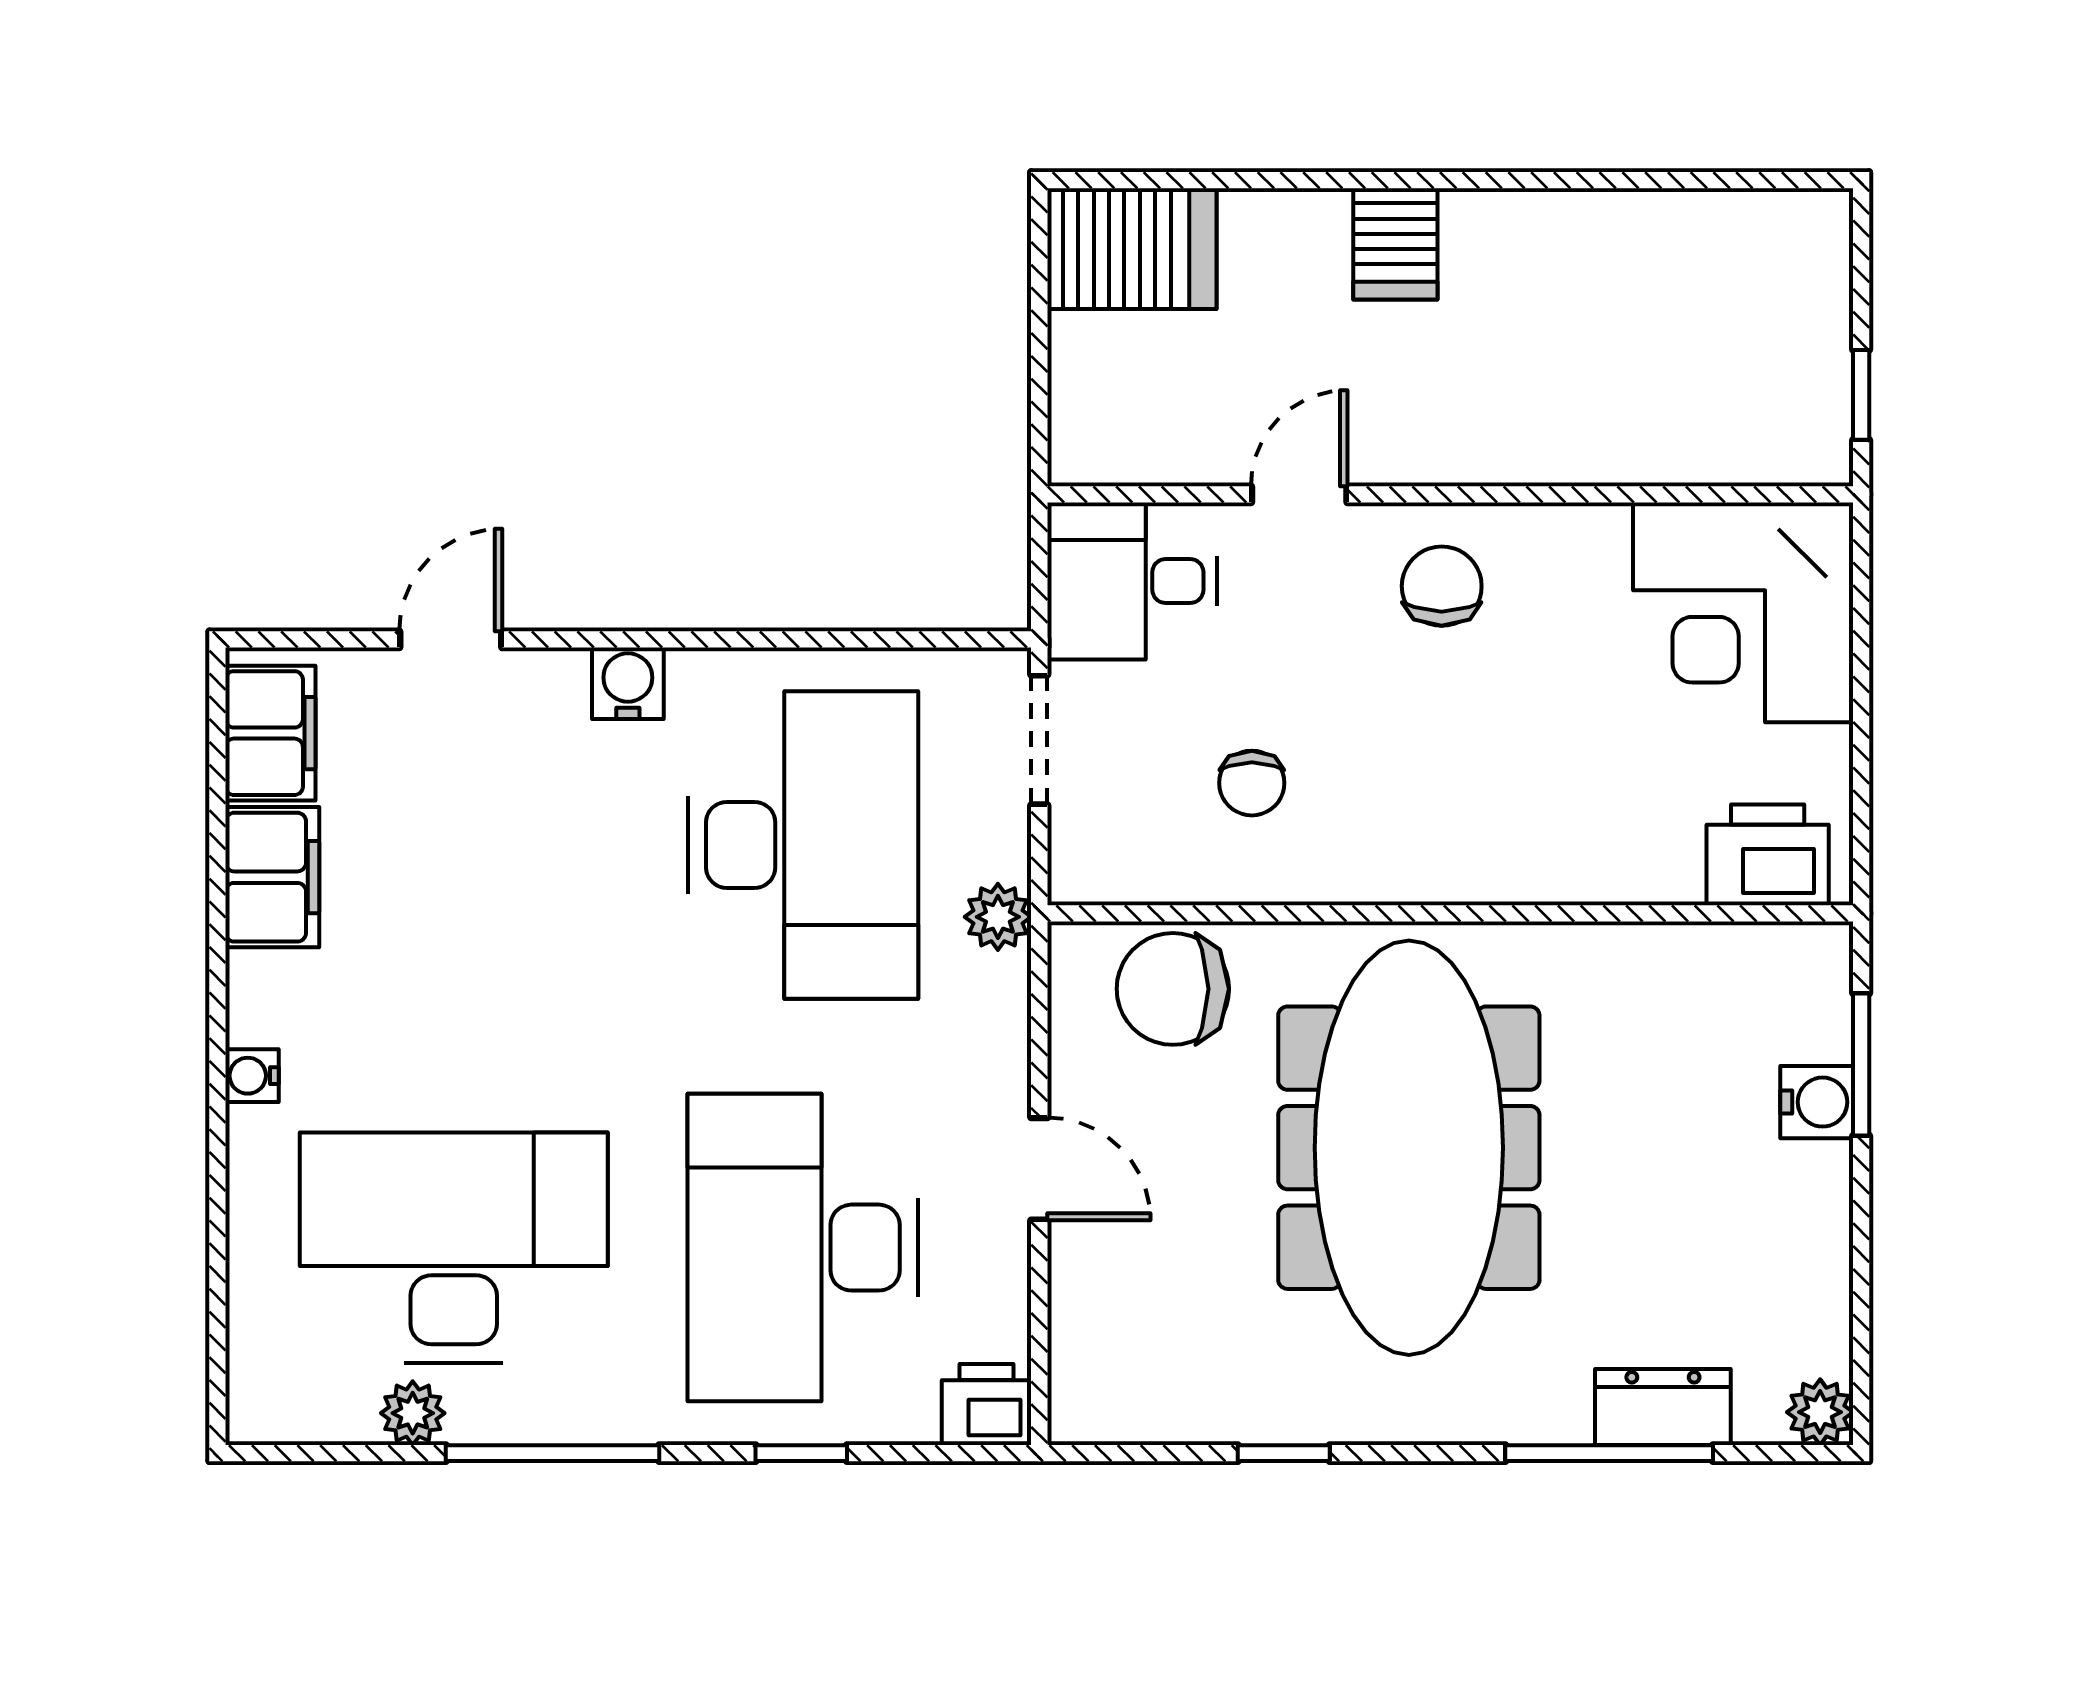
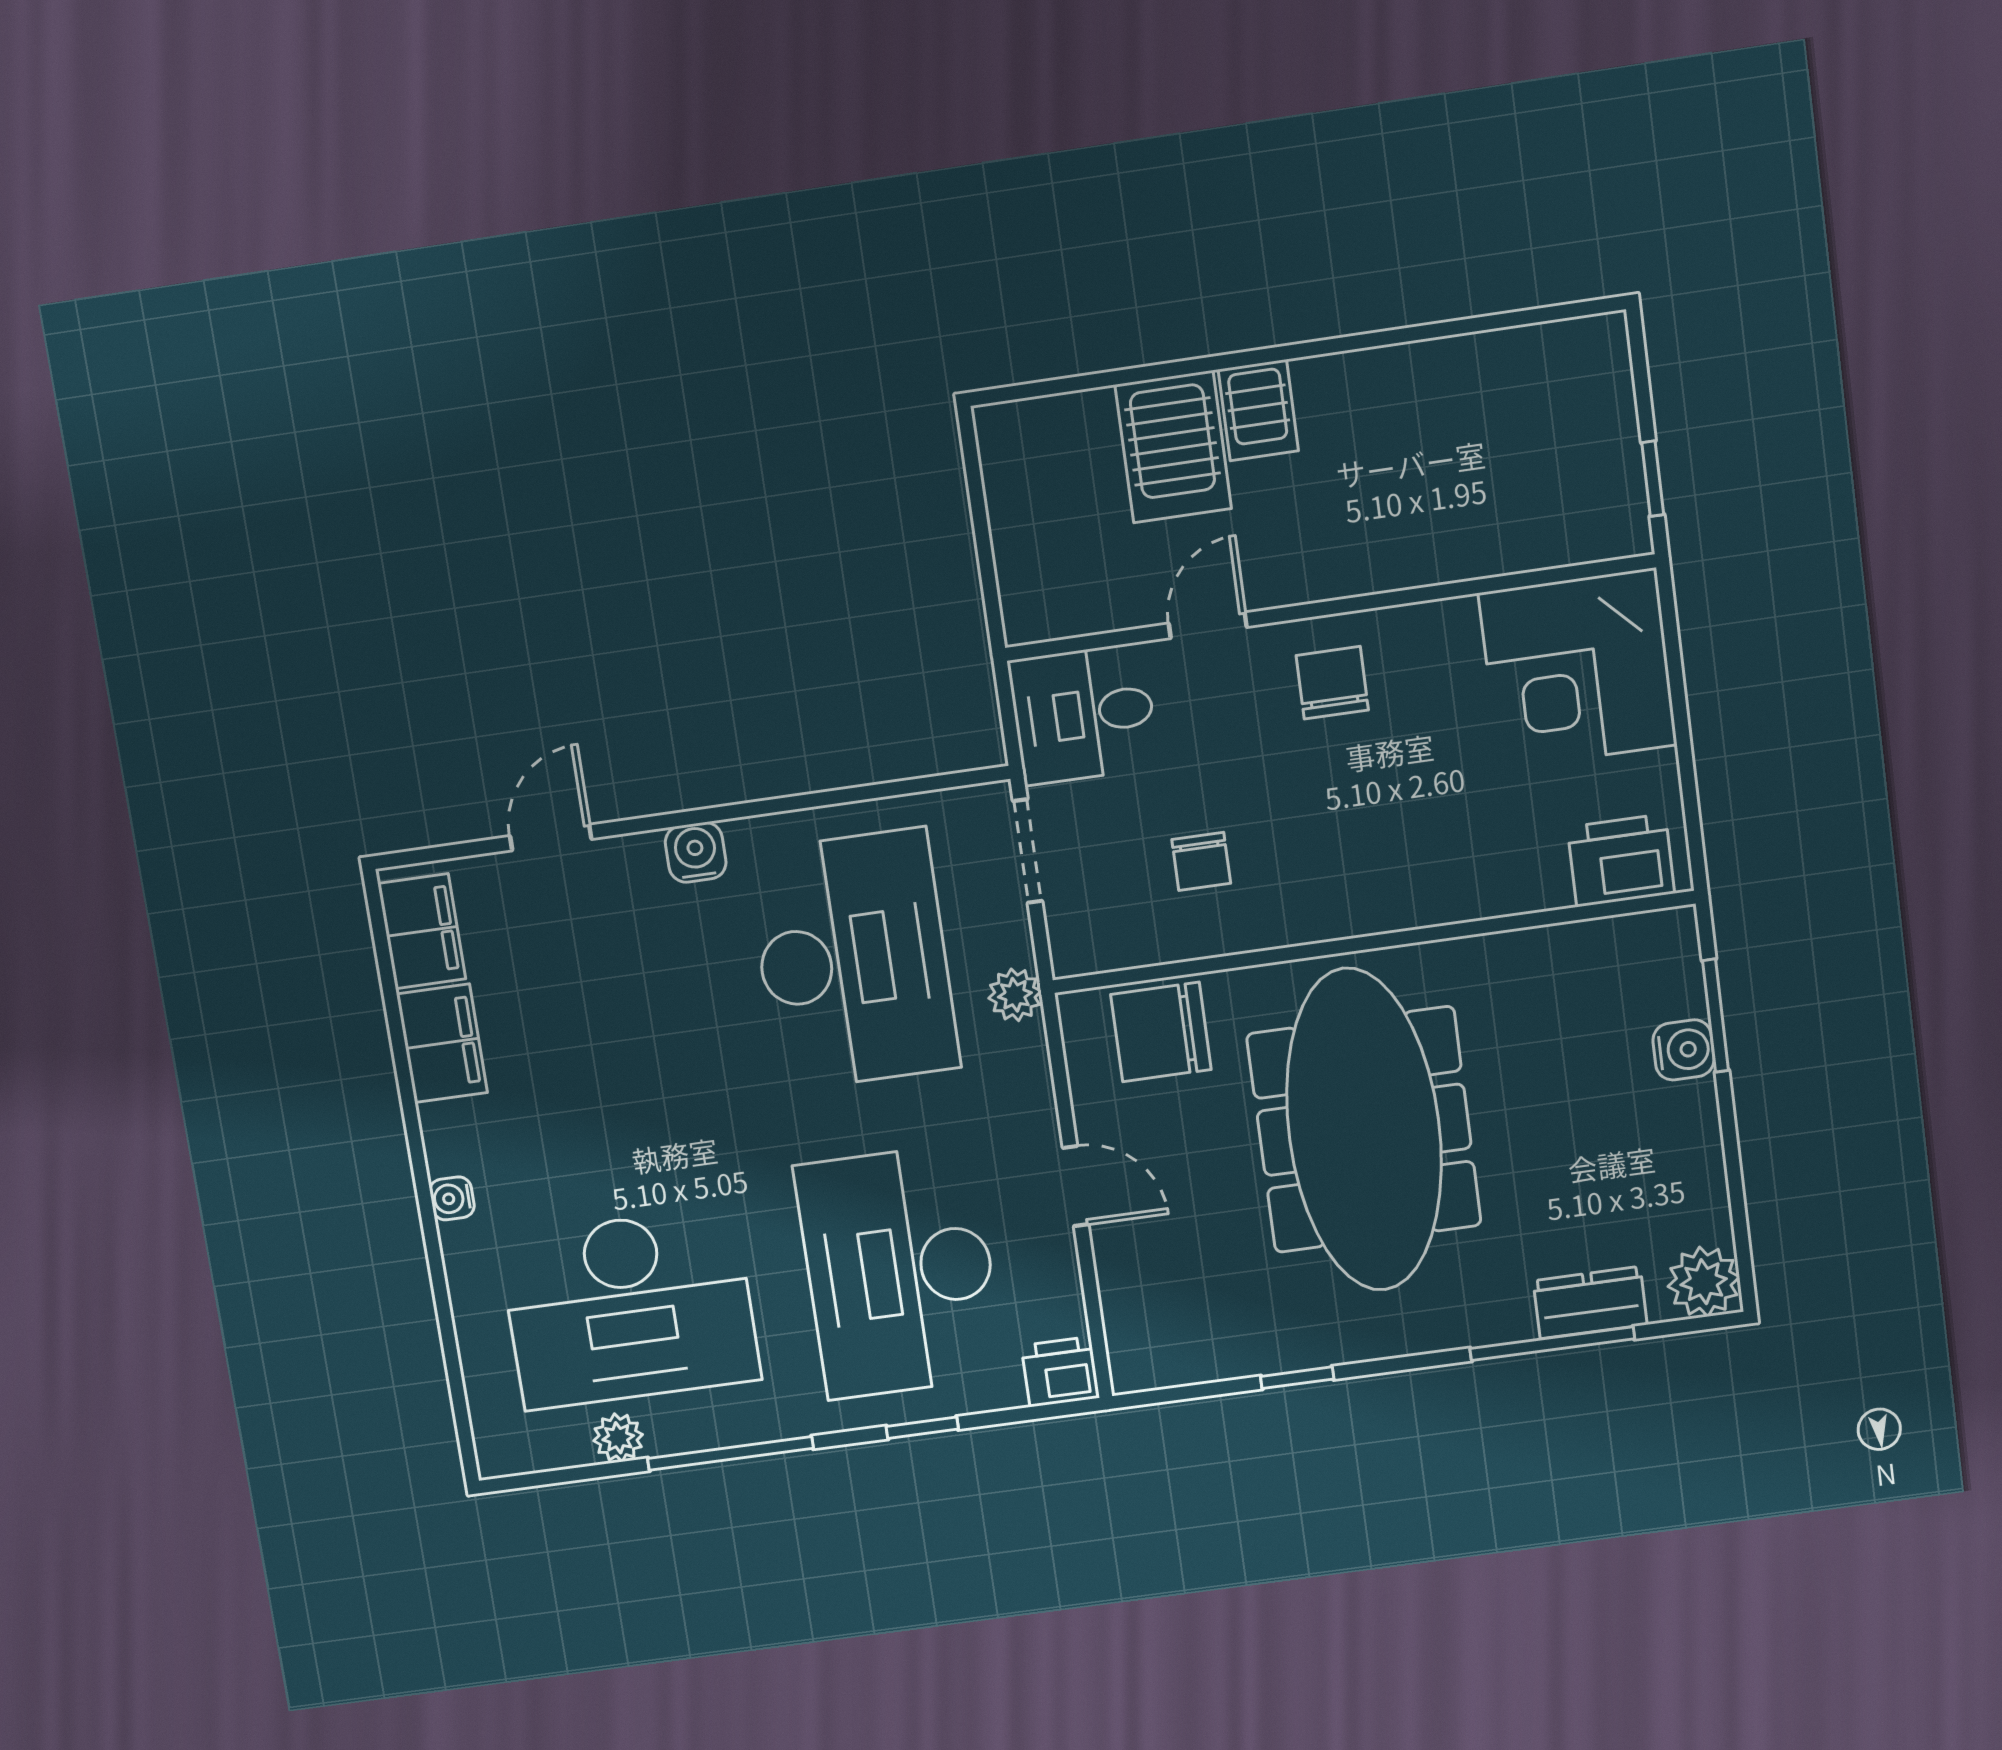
server rack: (1132, 249) -> (1173, 447), moved, turned 90
desk: (454, 1248) -> (629, 1308), turned 180
plant: (1820, 1412) -> (1704, 1282), width x1.38, depth x1.38

